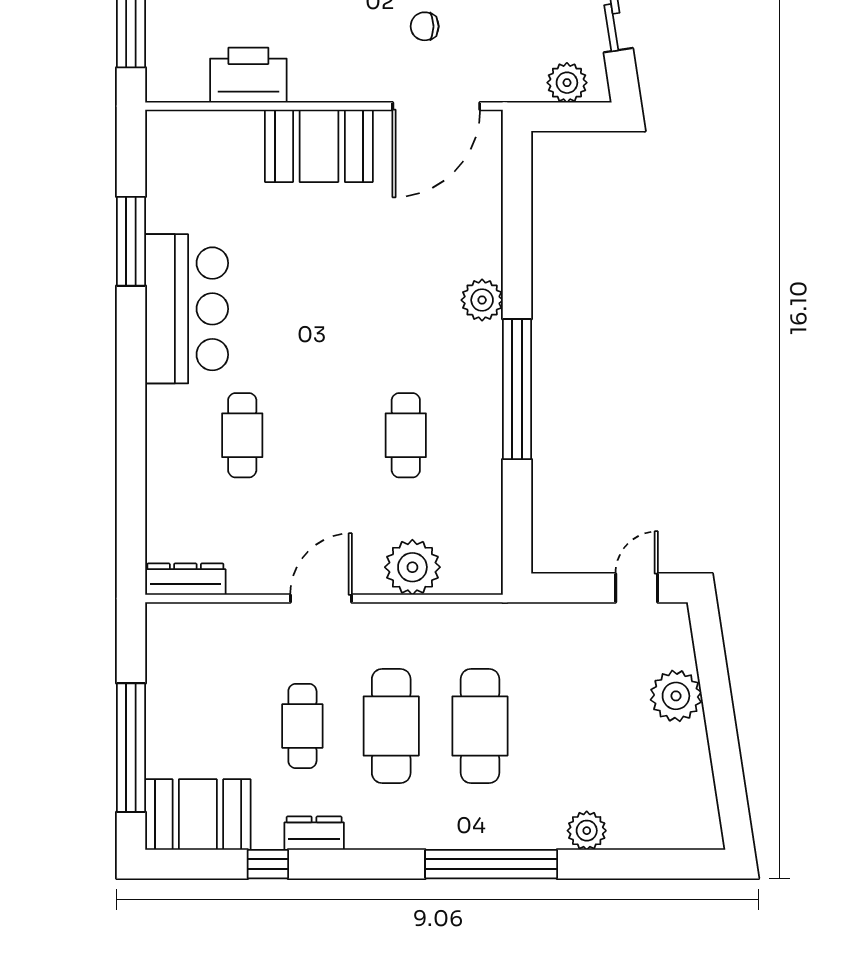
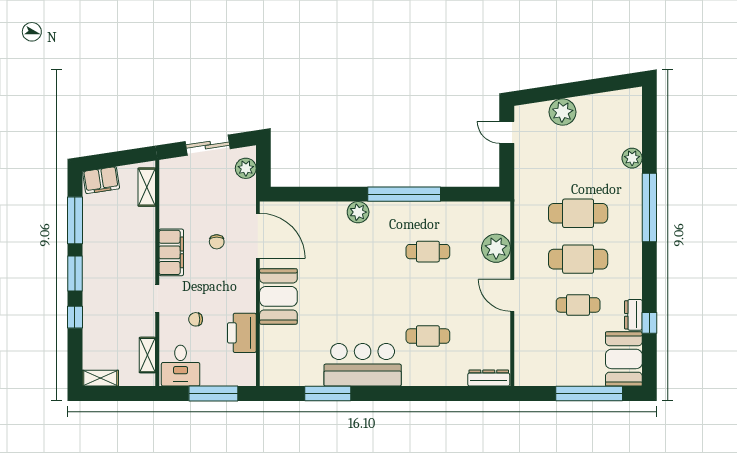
dresser: (185, 579) -> (489, 378), moved, turned 90
dresser: (314, 833) -> (633, 315), moved

